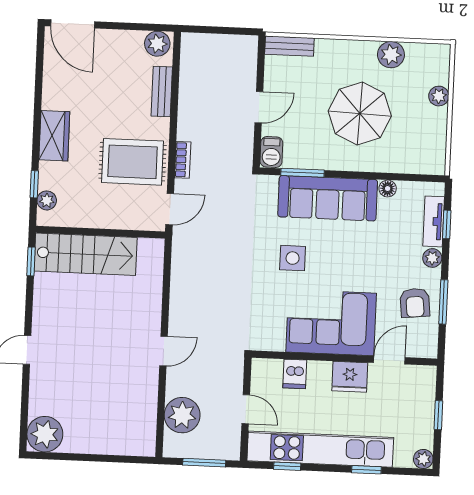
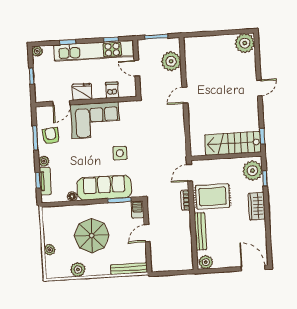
bench: (289, 46) -> (129, 269), width x1.36
bench: (162, 91) -> (200, 231), width x1.36
plant: (47, 200) -> (253, 171), width x1.88, depth x1.88

